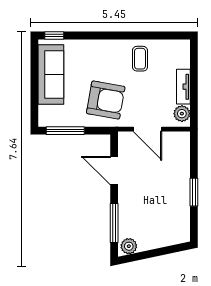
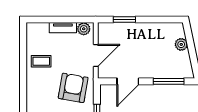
window: (194, 192) -> (124, 19), moved
plant: (129, 246) -> (181, 44), moved

